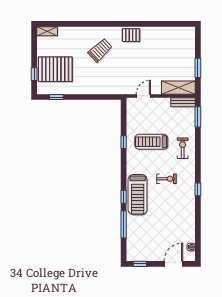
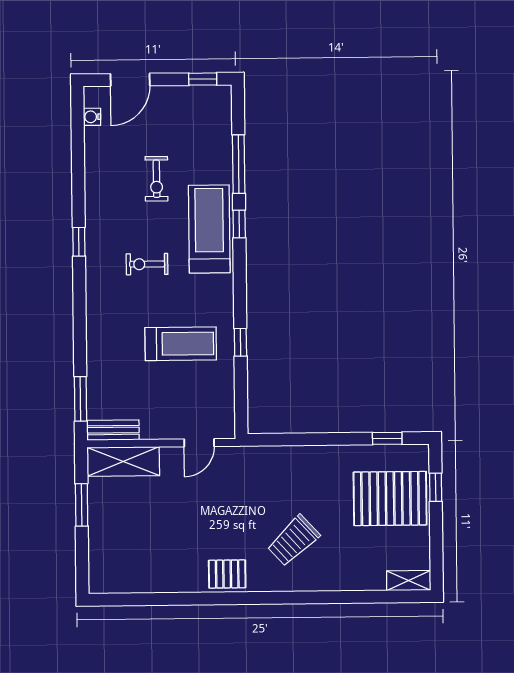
exercise bike: (183, 148) -> (156, 179), moved

